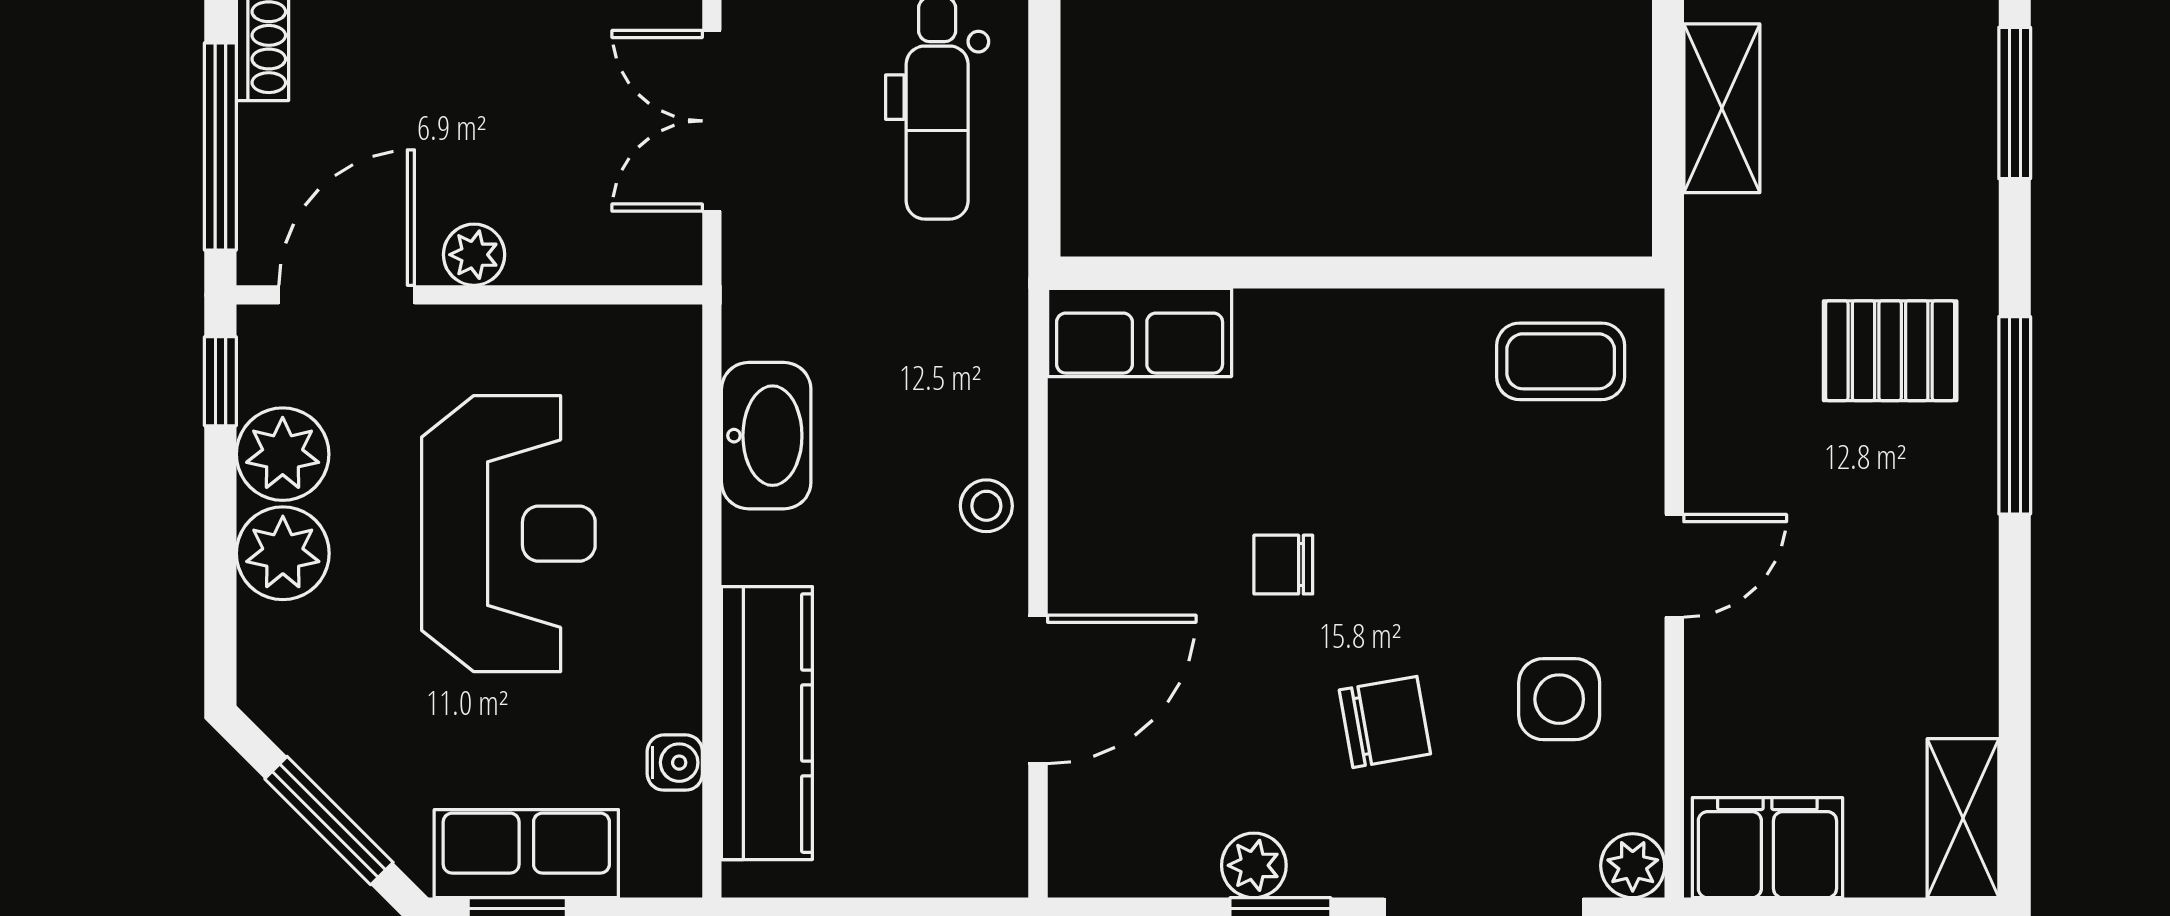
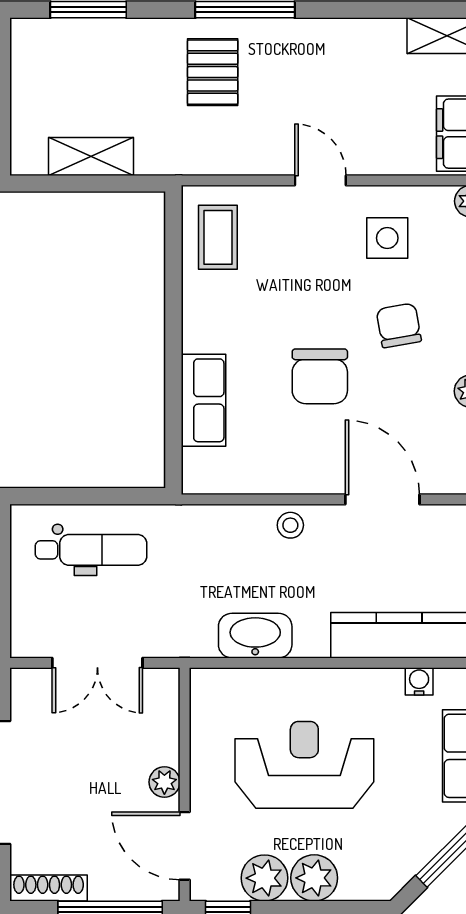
row of seats: (1140, 333) -> (203, 400), moved
chair: (1283, 565) -> (320, 376), width x1.87, depth x1.87

